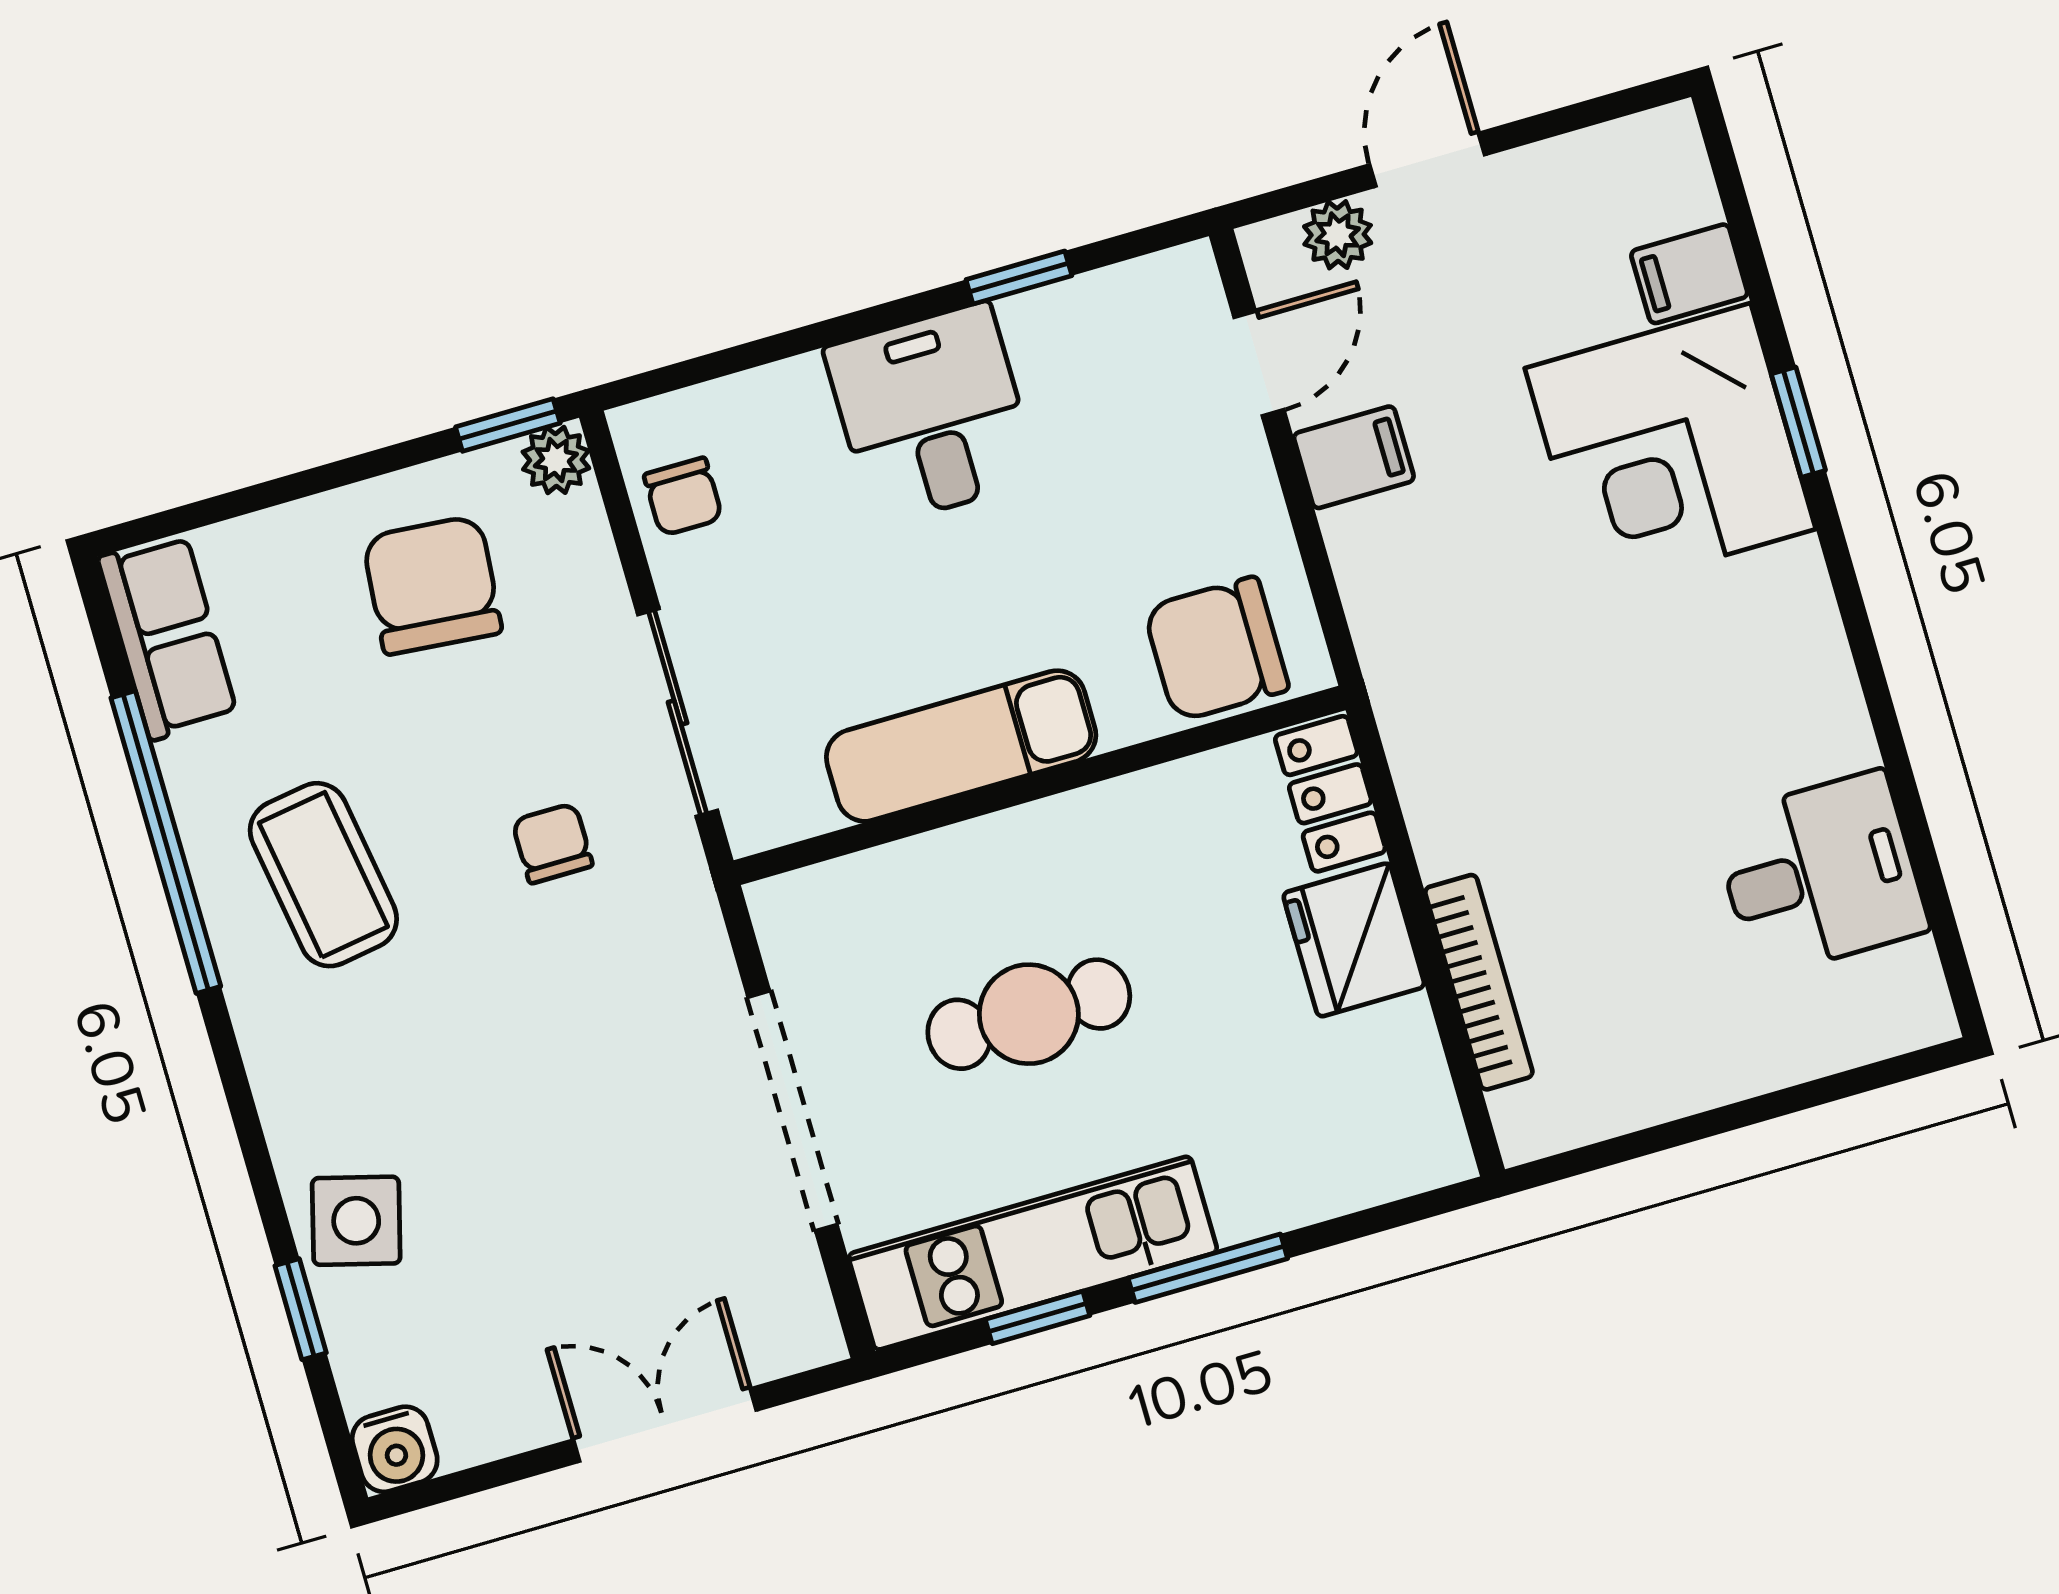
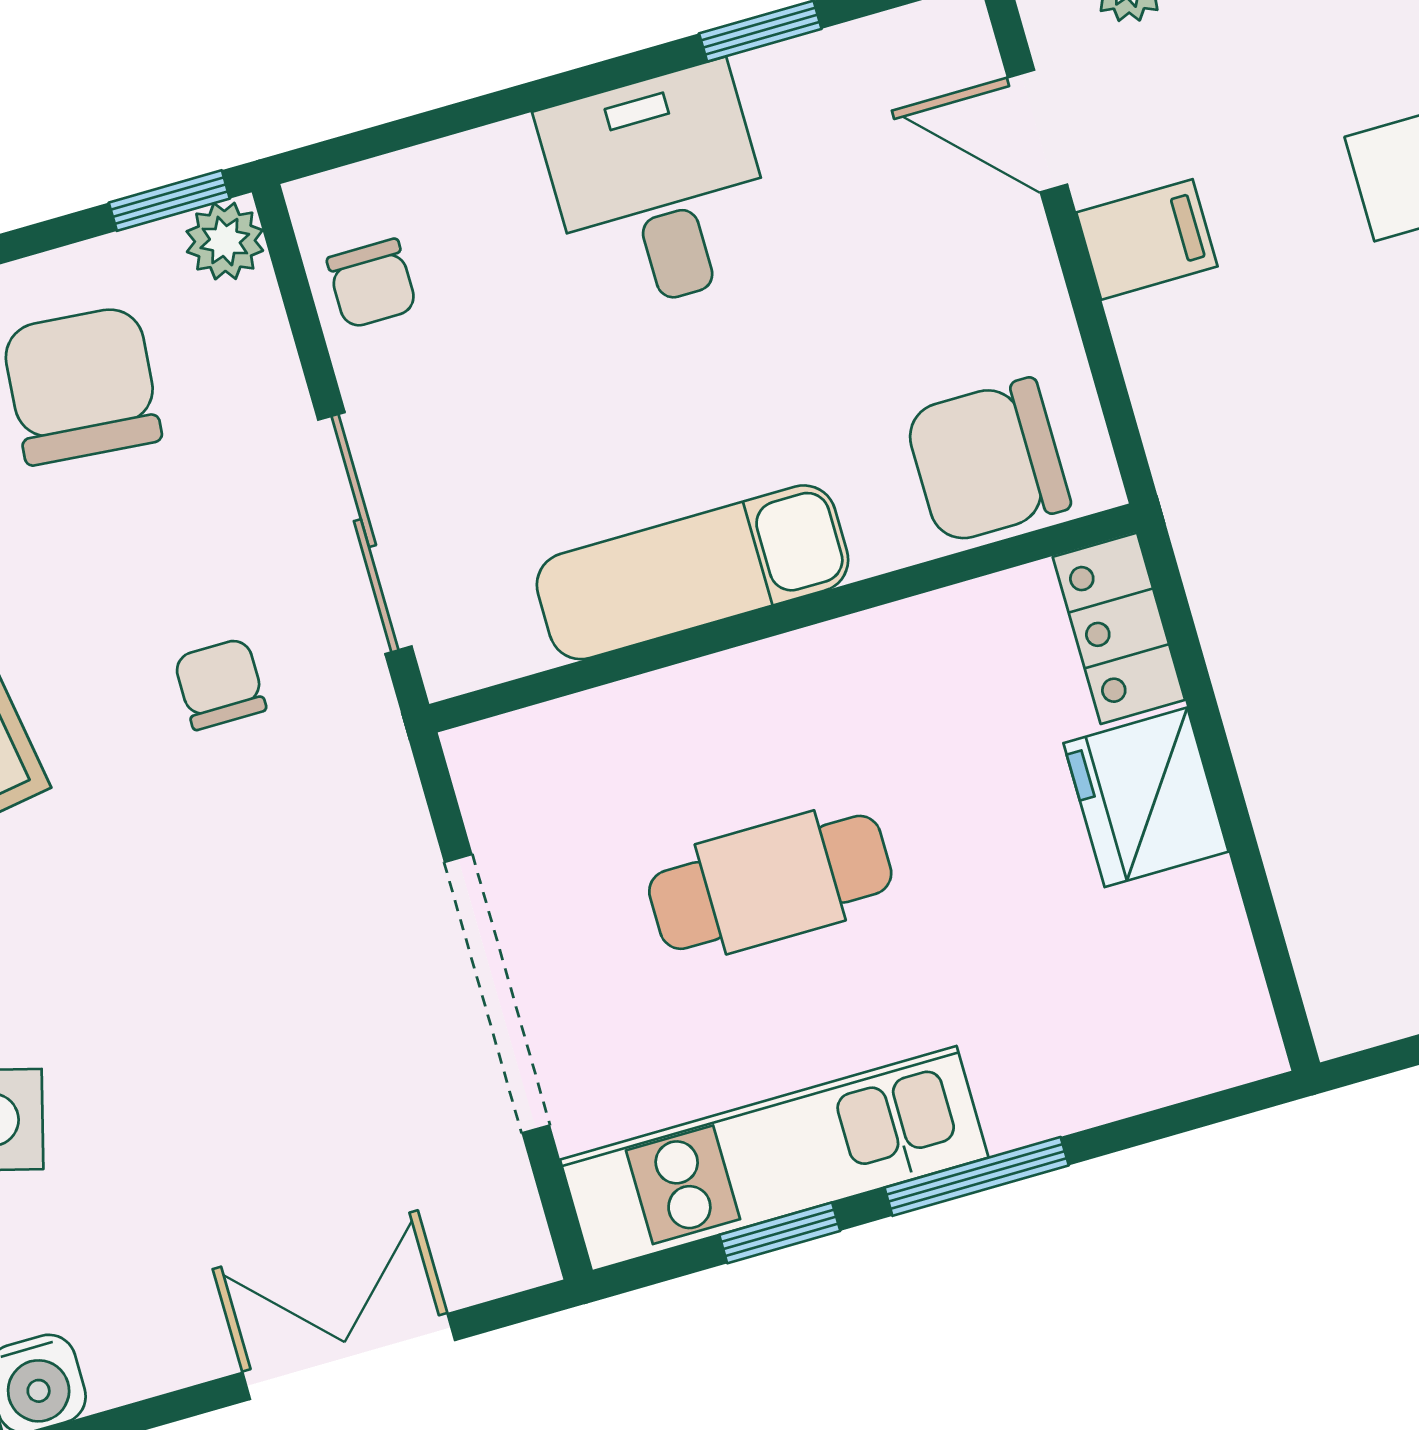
door: (1259, 364) -> (1037, 131), swing flipped
bookcase: (1479, 982) -> (1290, 846), removed

